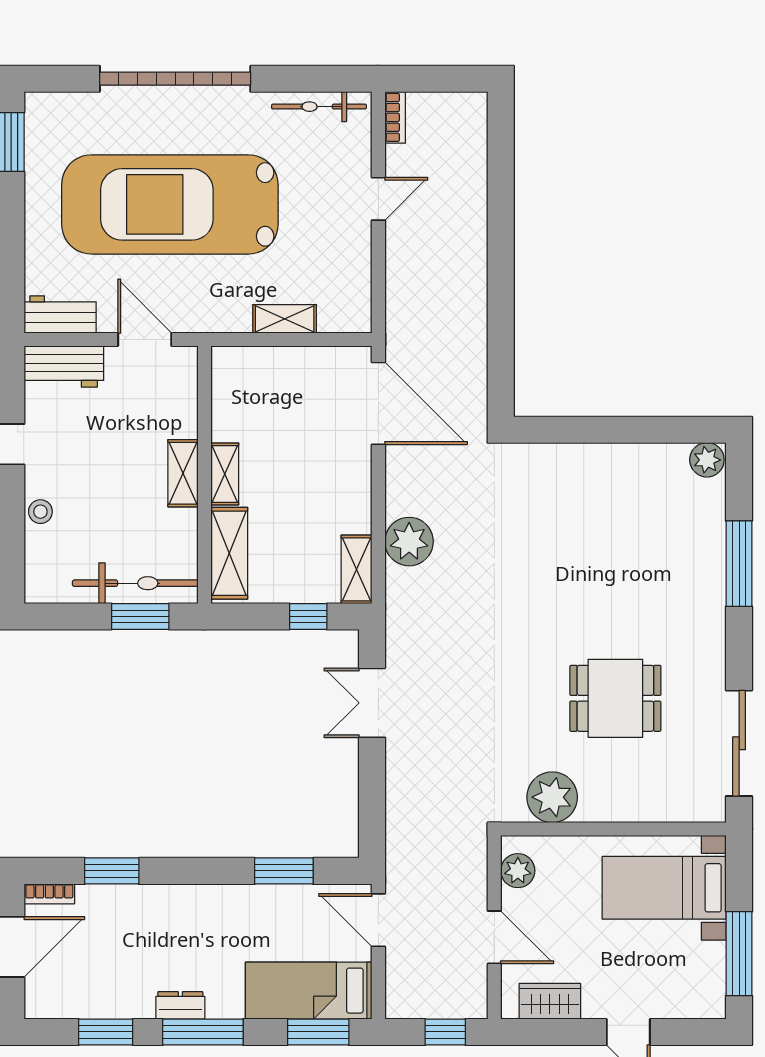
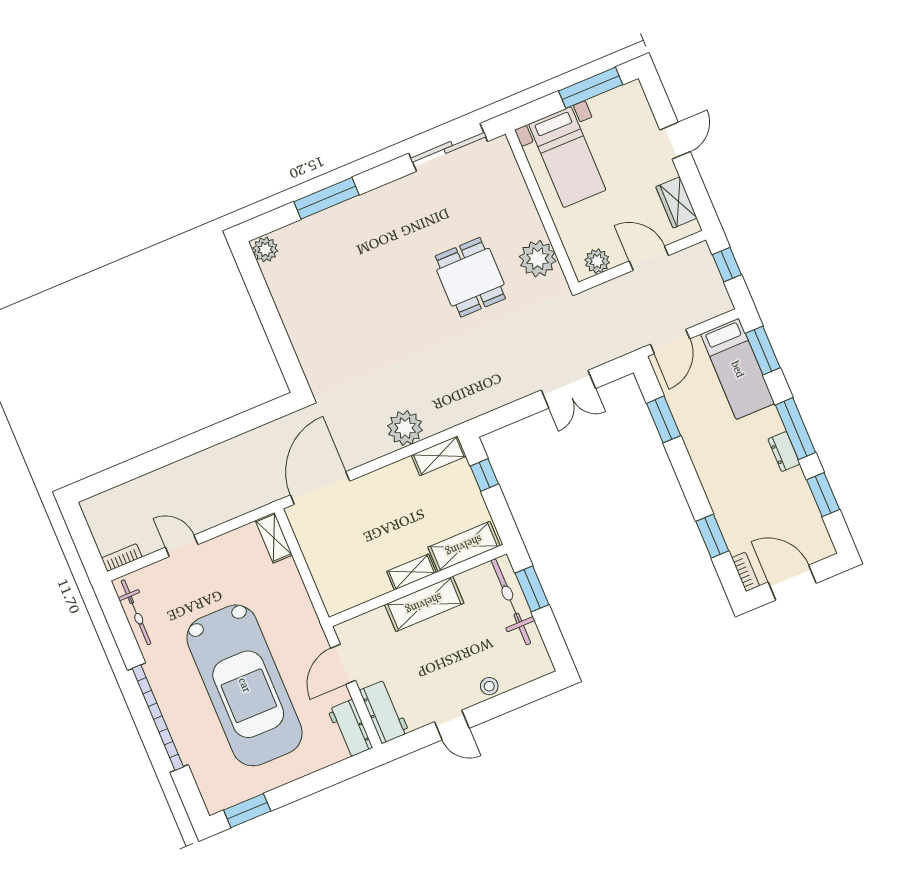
shelving: (285, 319) -> (274, 538), moved
shelving: (183, 473) -> (424, 604), width x1.50, depth x1.33
dining table: (615, 698) -> (470, 277), moved
double door: (372, 703) -> (568, 389), moved
door: (494, 937) -> (649, 258), hinge flipped

